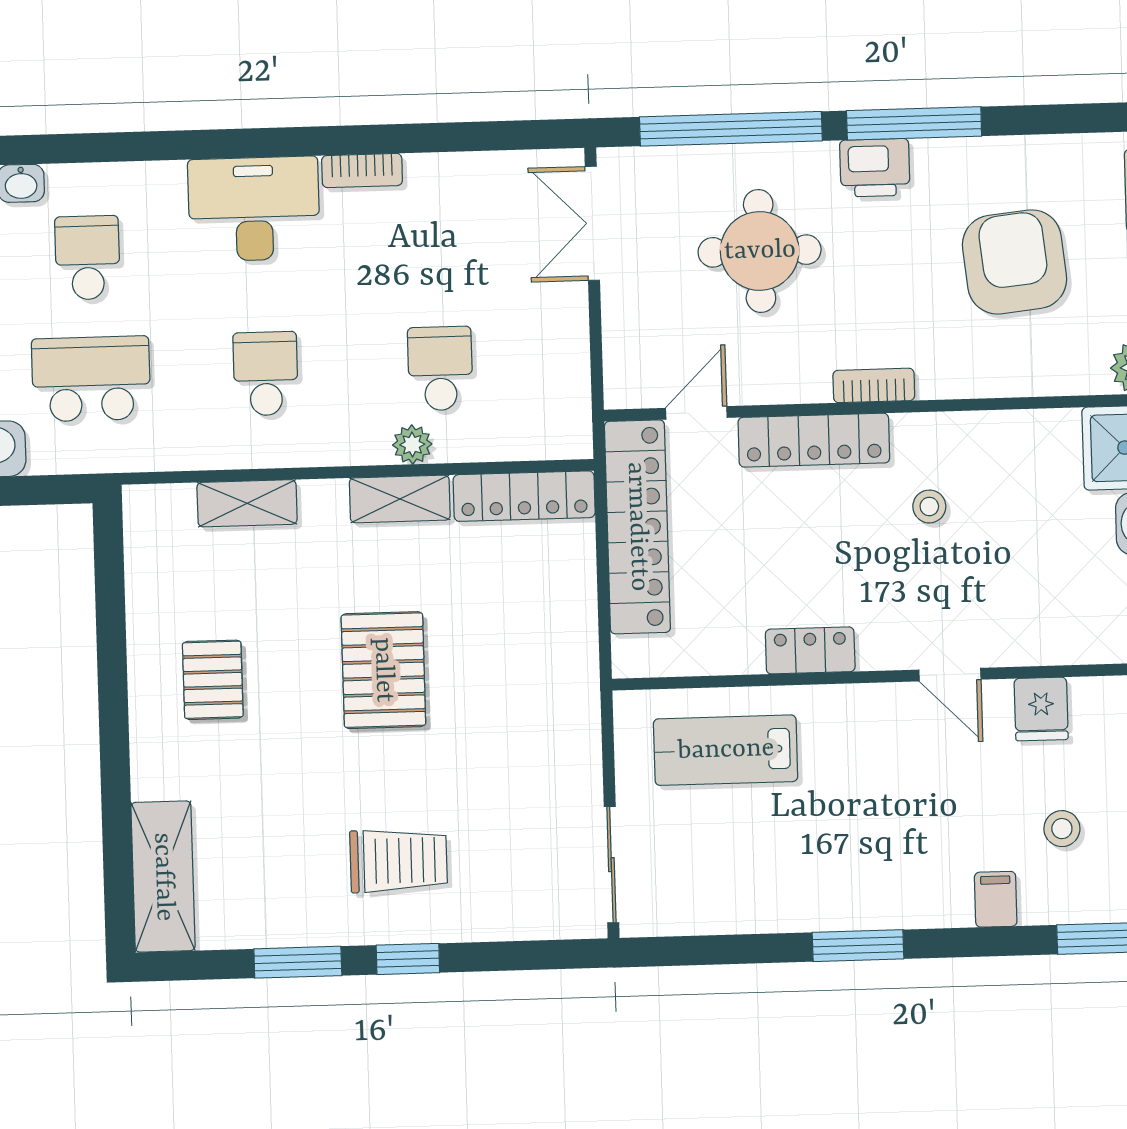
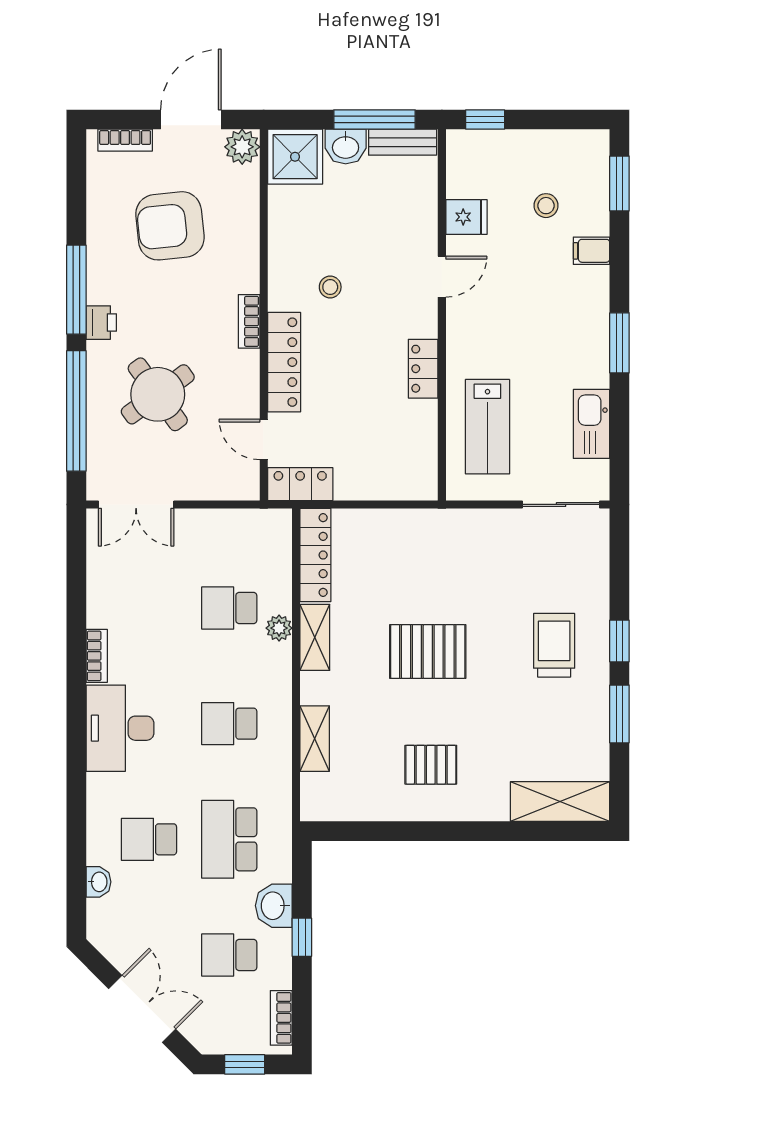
printer: (875, 168) -> (101, 323), width x0.73, depth x0.81
round table: (760, 251) -> (158, 394), turned -36
locker: (637, 527) -> (300, 484), width x0.46, depth x0.83
kitchen sink: (734, 907) -> (592, 424), added

